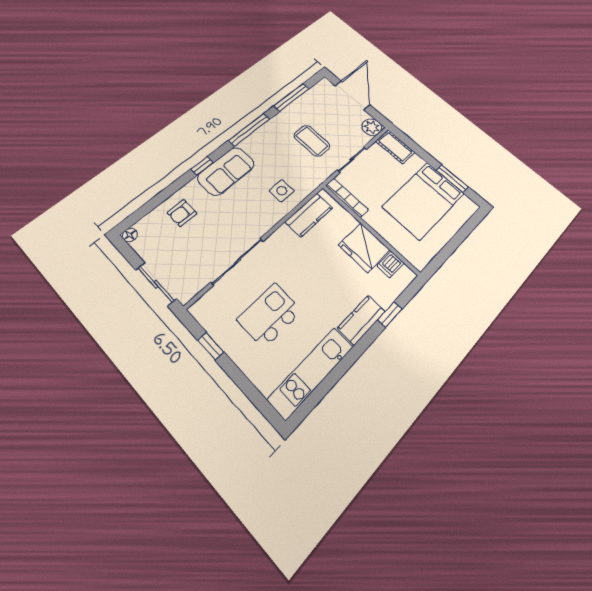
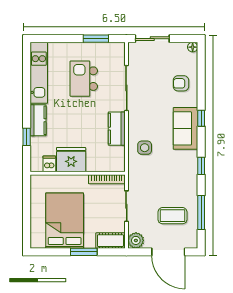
window: (249, 130) -> (201, 166), width x0.46
coffee table: (312, 141) -> (172, 216), moved
window: (452, 178) -> (84, 252), moved
armchair: (182, 213) -> (181, 83), turned -90
kitchen counter: (309, 215) -> (117, 129), moved
kitchen island: (270, 315) -> (84, 79), turned 180
window: (211, 346) -> (96, 39), width x1.50

